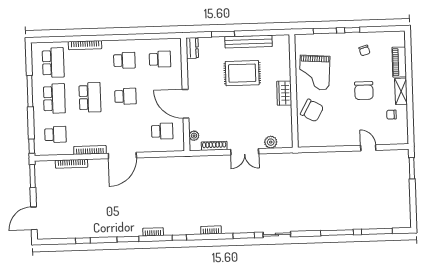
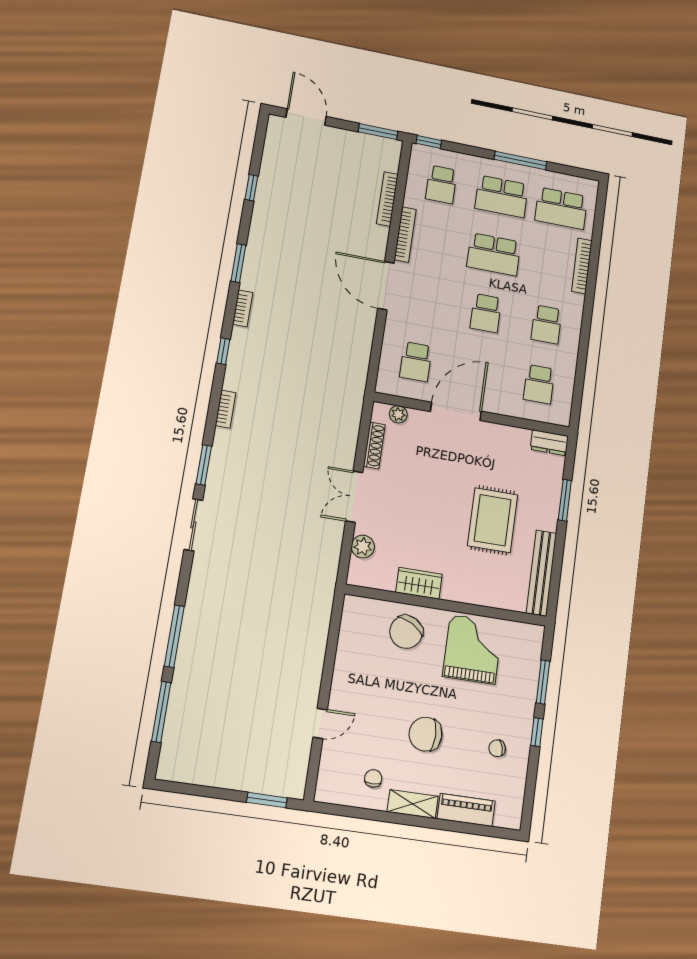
bench: (249, 42) -> (541, 573), moved
grand piano: (315, 73) -> (473, 649), turned 86
wardrobe: (284, 93) -> (419, 583), moved

